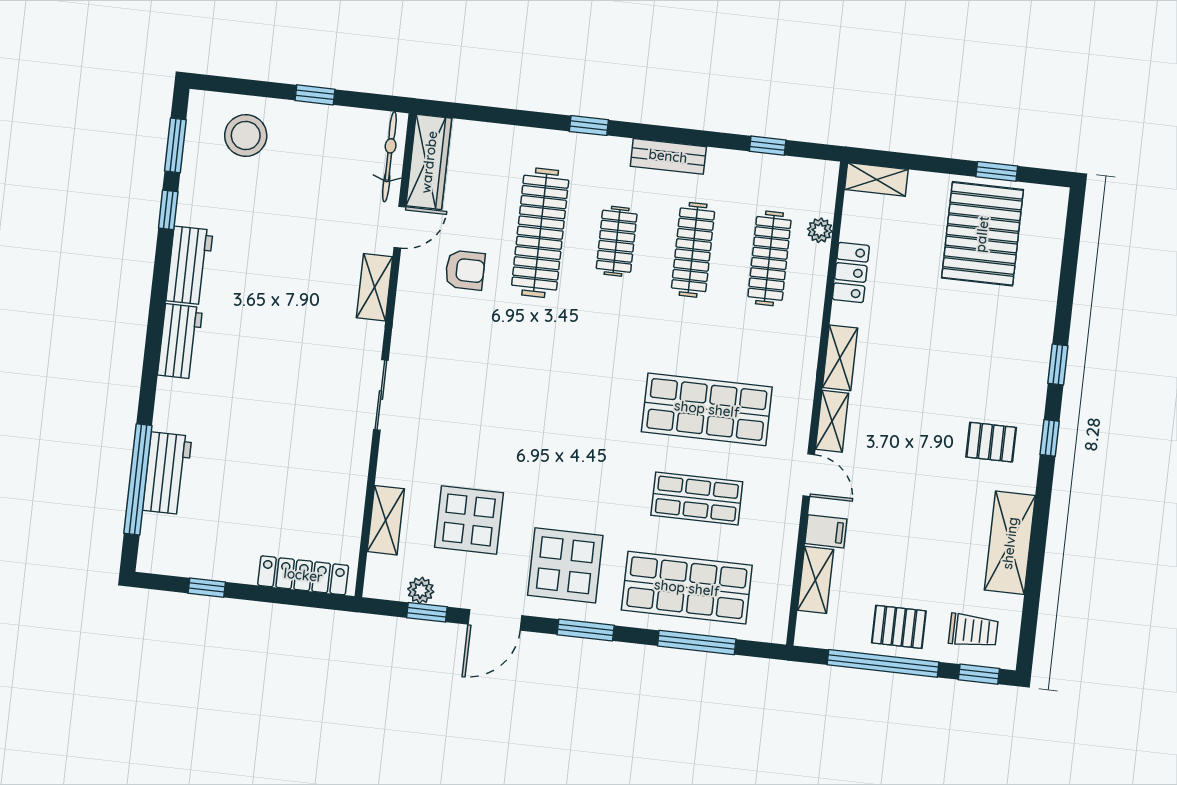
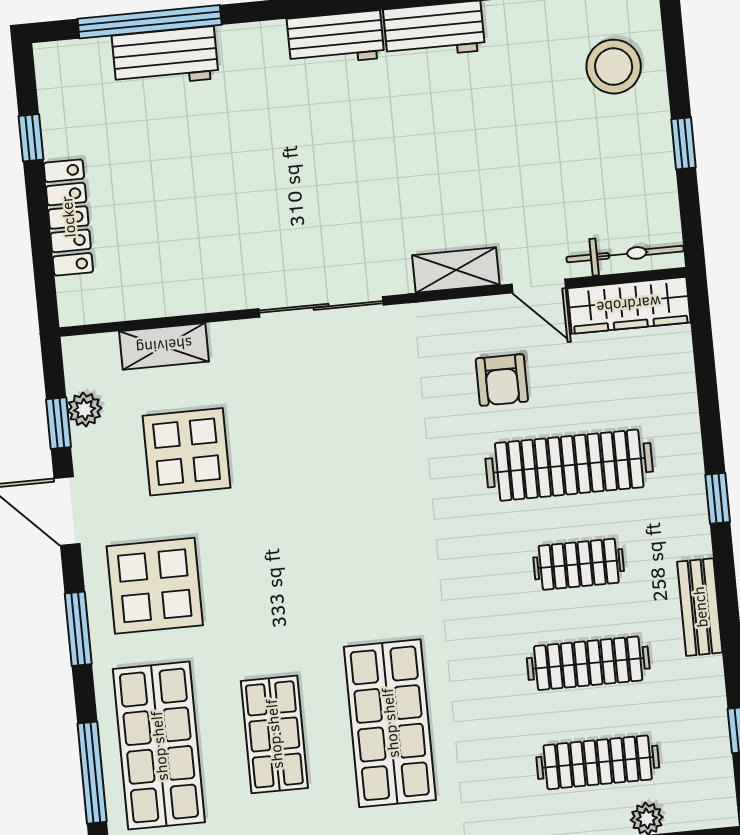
sliding door: (381, 395) -> (321, 307), width x1.37
locker: (303, 575) -> (68, 217), moved

